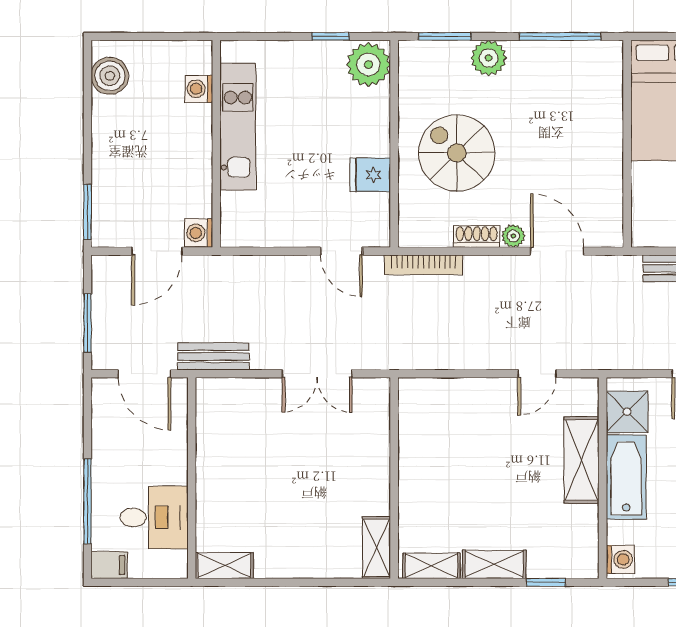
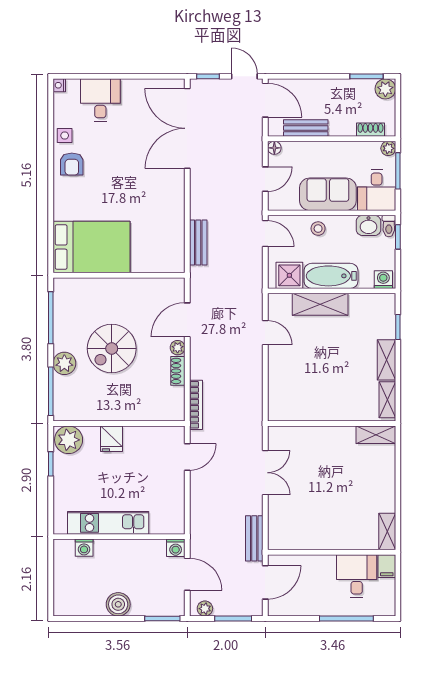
window: (445, 36) -> (51, 391), width x1.44
boiler: (110, 76) -> (118, 604), moved
spiral stairs: (457, 153) -> (112, 348), moved
fridge: (370, 175) -> (111, 439), moved
plant: (103, 279) -> (205, 609), added
filing cabinet: (109, 565) -> (387, 566), moved, turned 180

